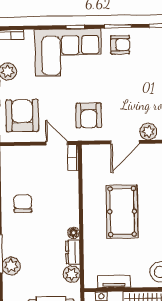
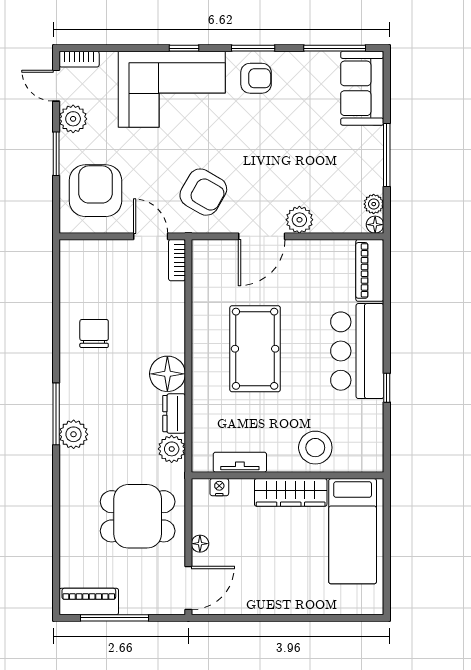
armchair: (89, 115) -> (203, 192), turned -60
floor lamp: (74, 233) -> (167, 374), width x1.89, depth x1.89

